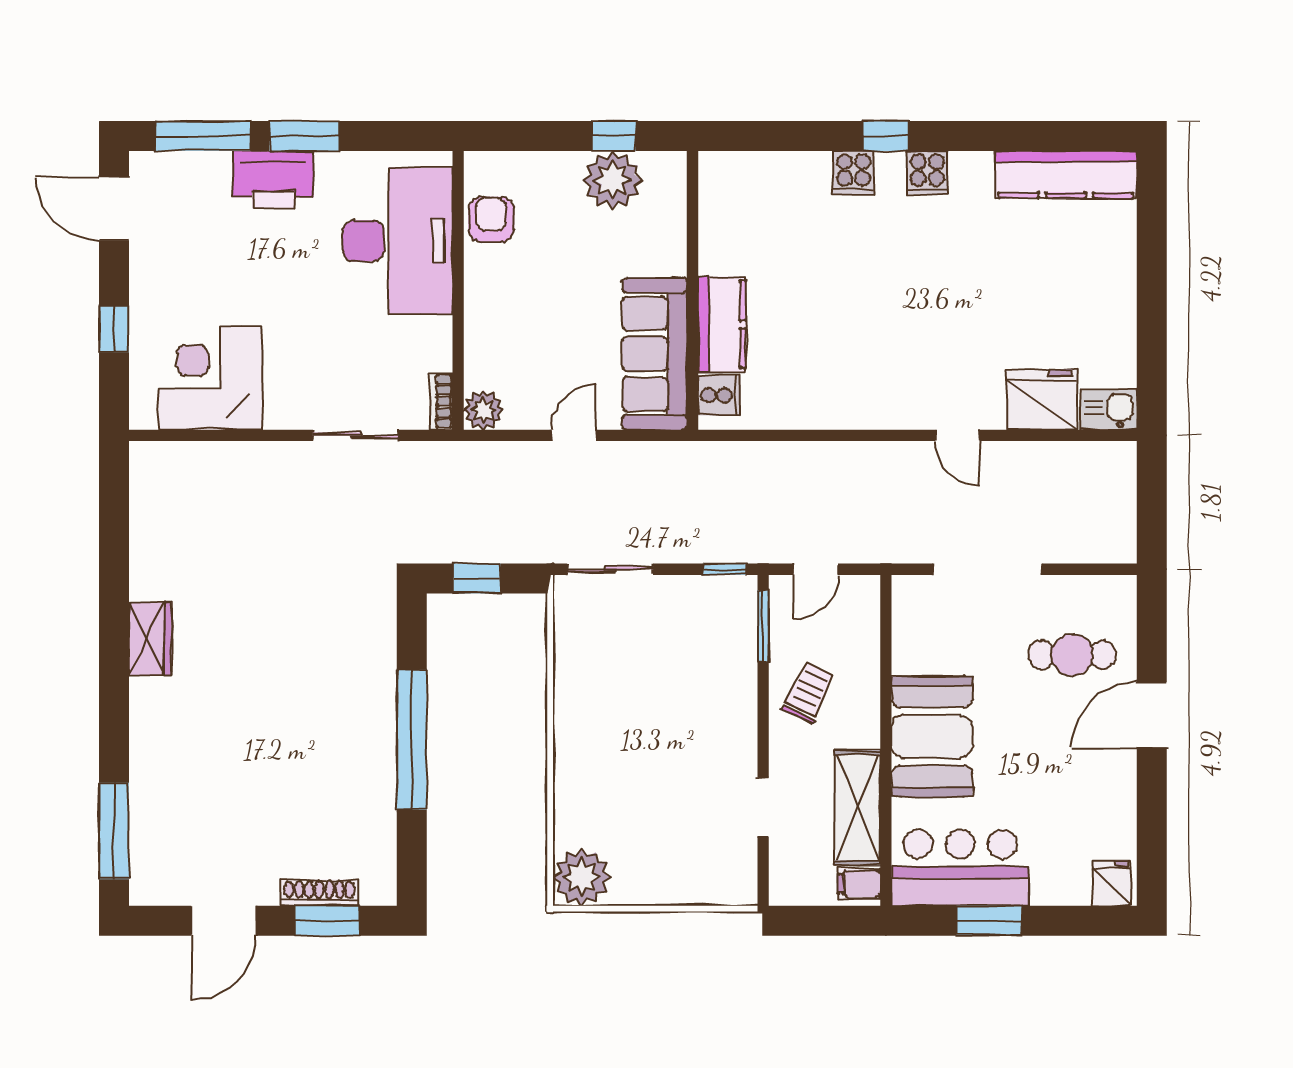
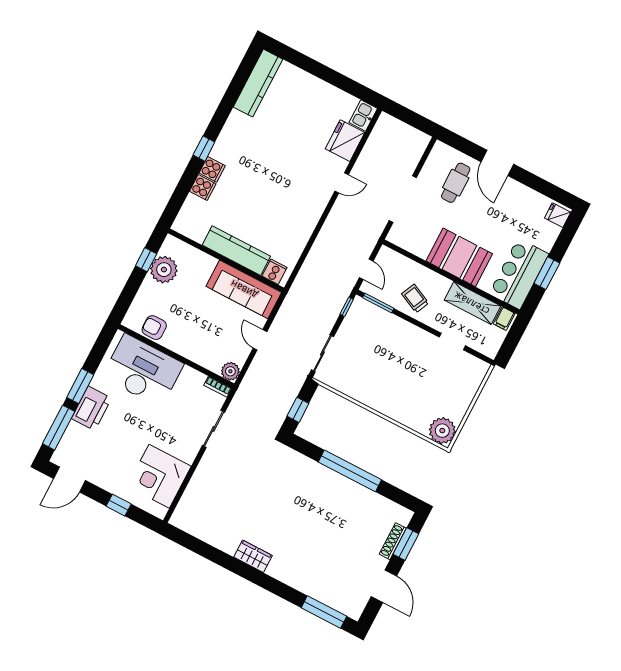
cooker: (927, 173) -> (203, 188), moved
kitchen counter: (722, 324) -> (236, 251), width x1.50

